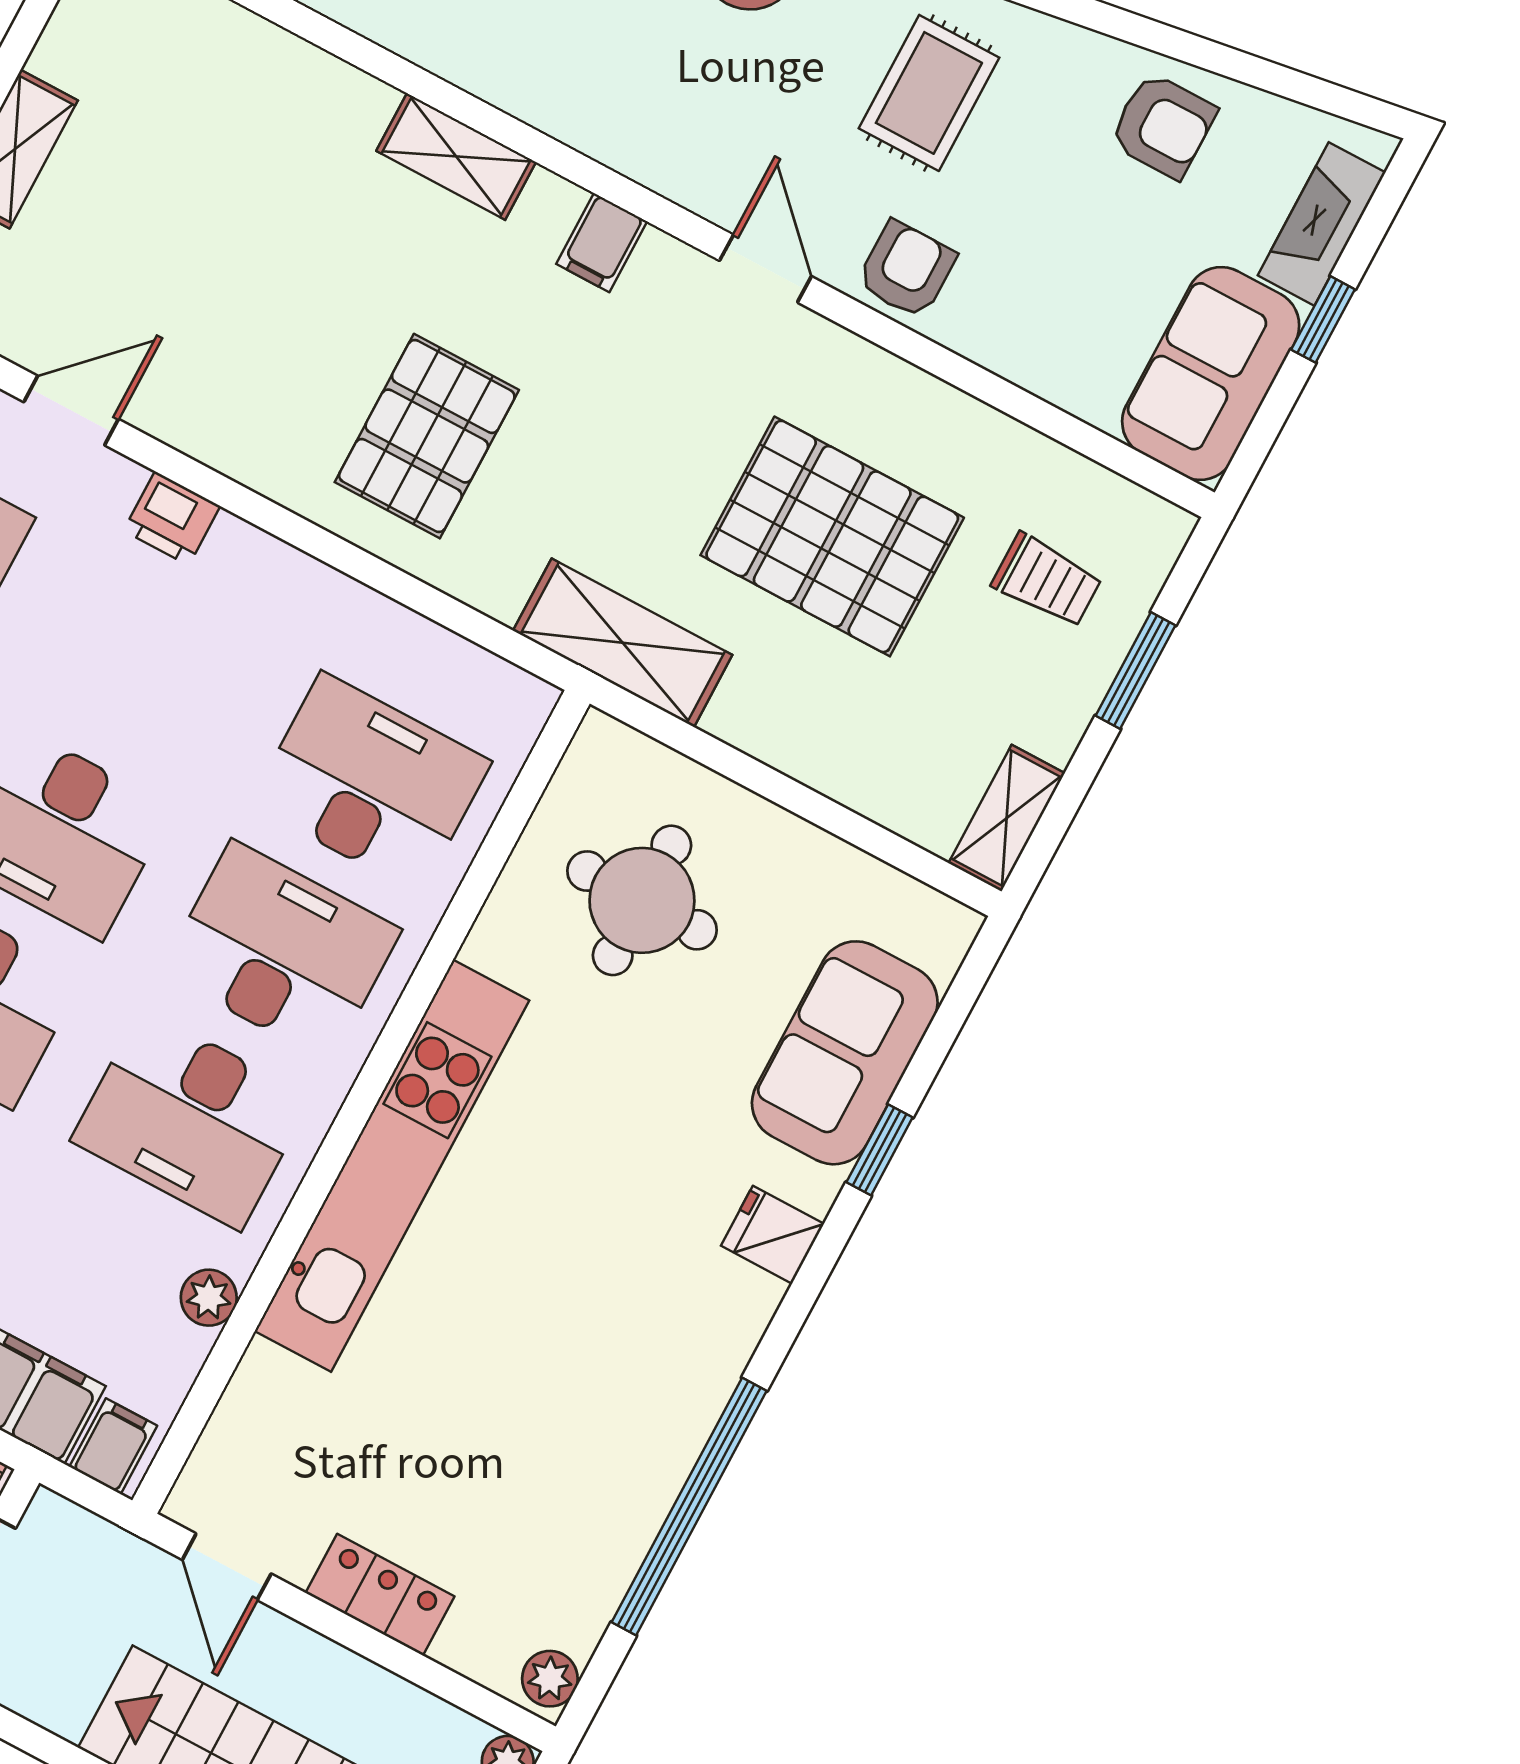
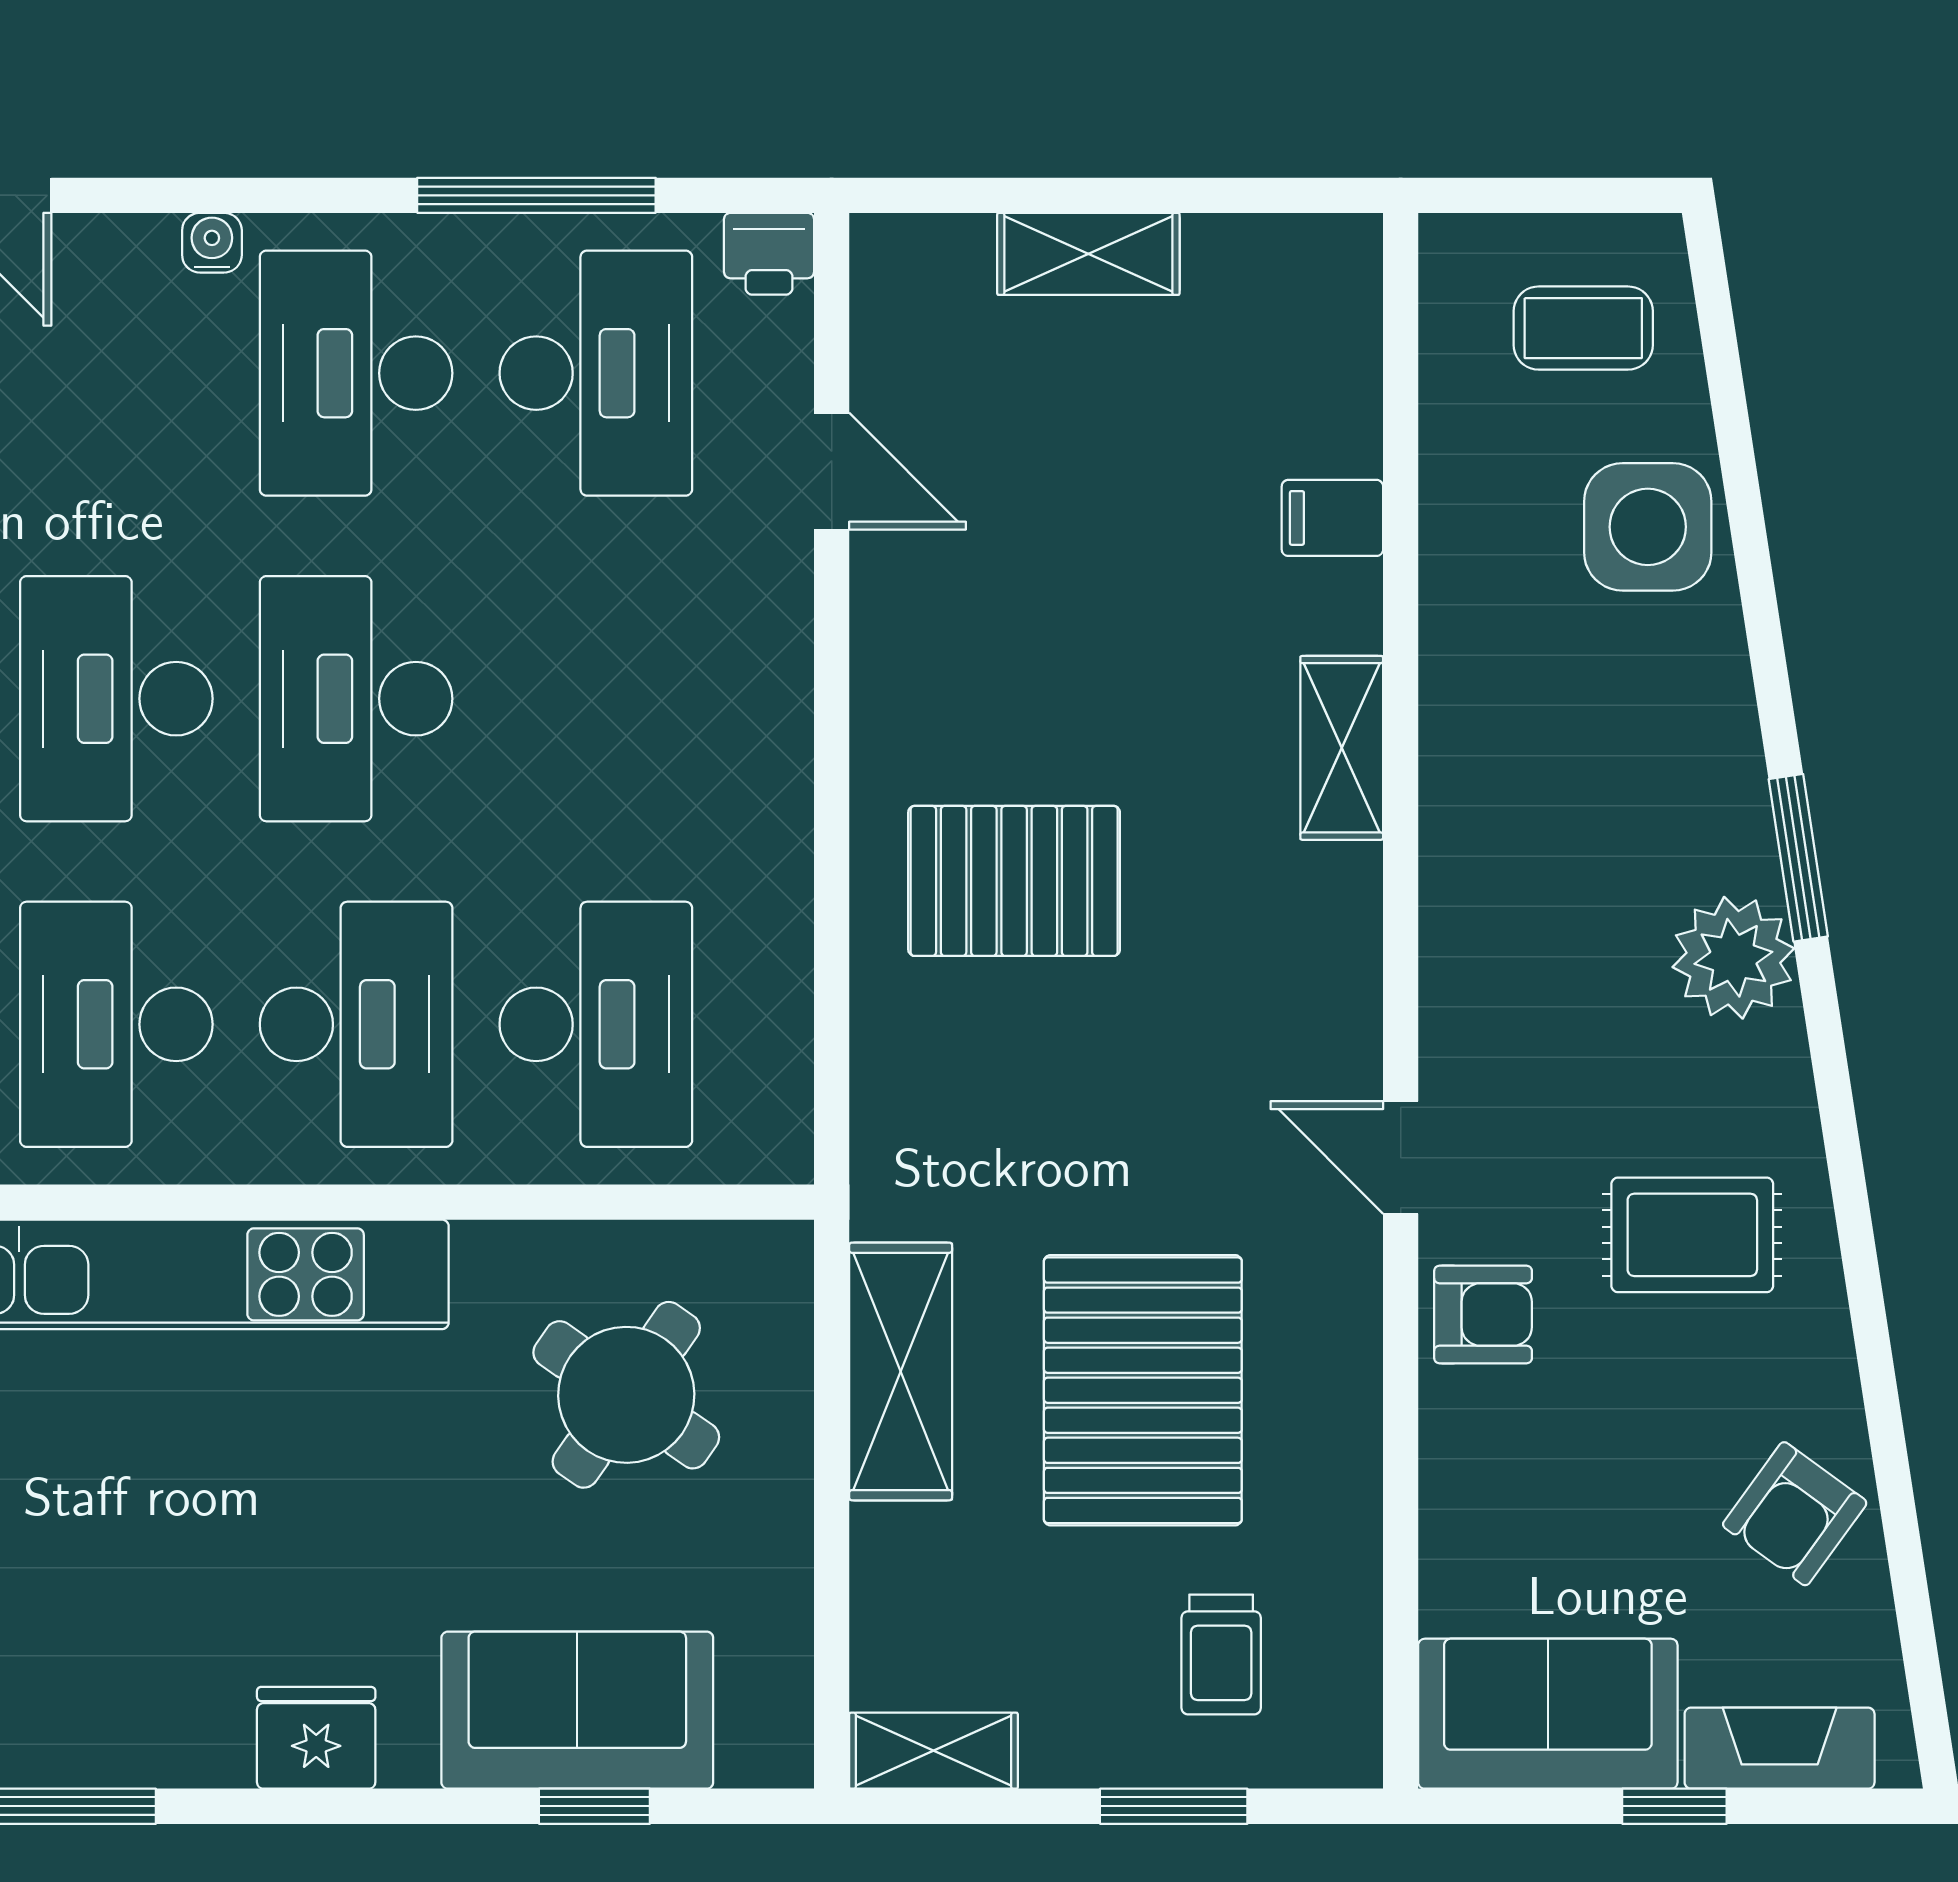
armchair: (1163, 126) -> (1795, 1514), turned 36
filing cabinet: (602, 243) -> (1332, 518), moved
door: (766, 268) -> (1401, 1157), swing flipped
printer: (172, 518) -> (772, 647), removed
shelving: (623, 643) -> (901, 1371), moved
round table: (642, 900) -> (626, 1395), turned 35
window: (880, 1150) -> (594, 1806), moved
fridge: (773, 1235) -> (316, 1738), width x1.38

